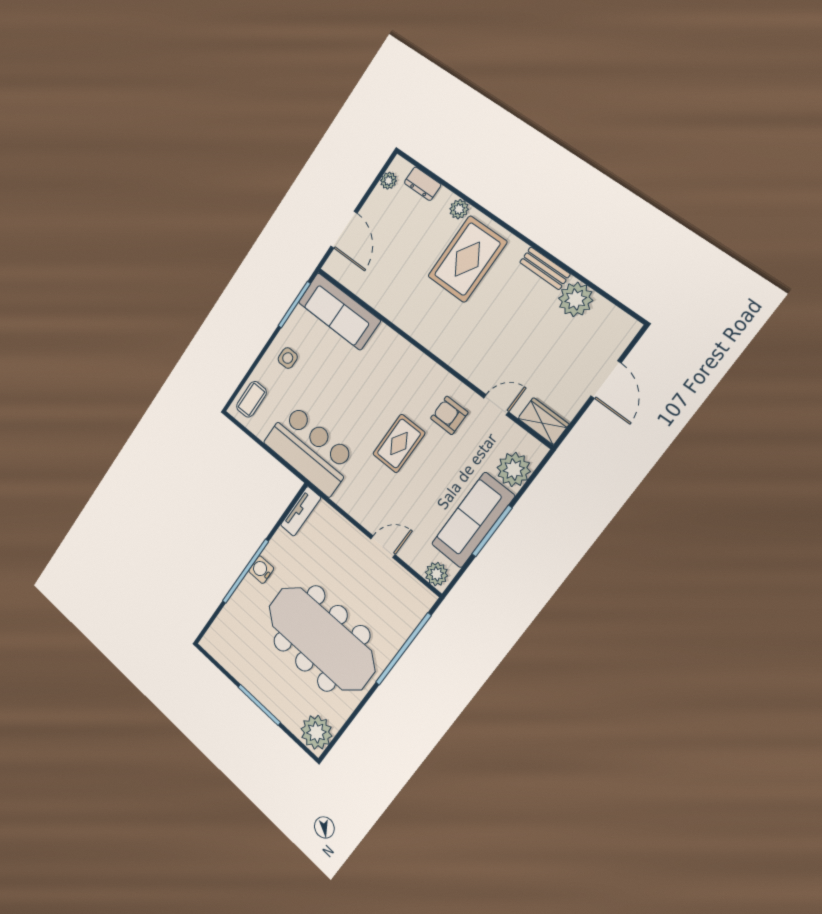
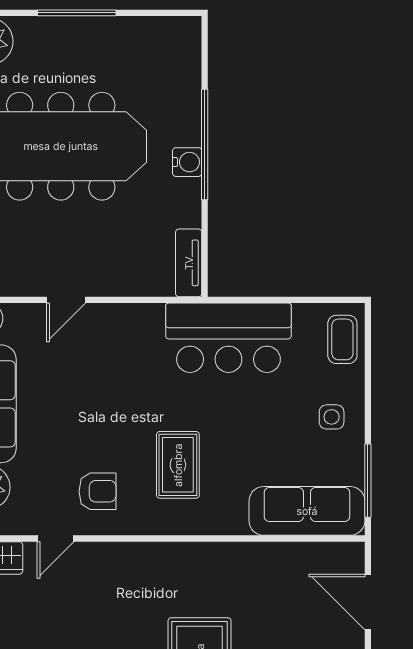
rug: (399, 444) -> (178, 465), moved

